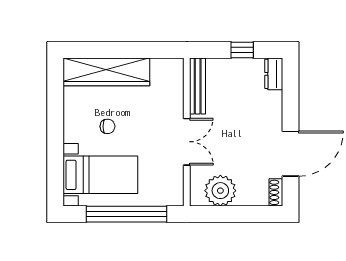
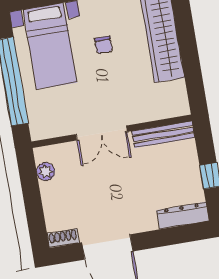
dresser: (274, 74) -> (183, 215), width x1.44
plant: (220, 191) -> (46, 172), width x0.53, depth x0.53

